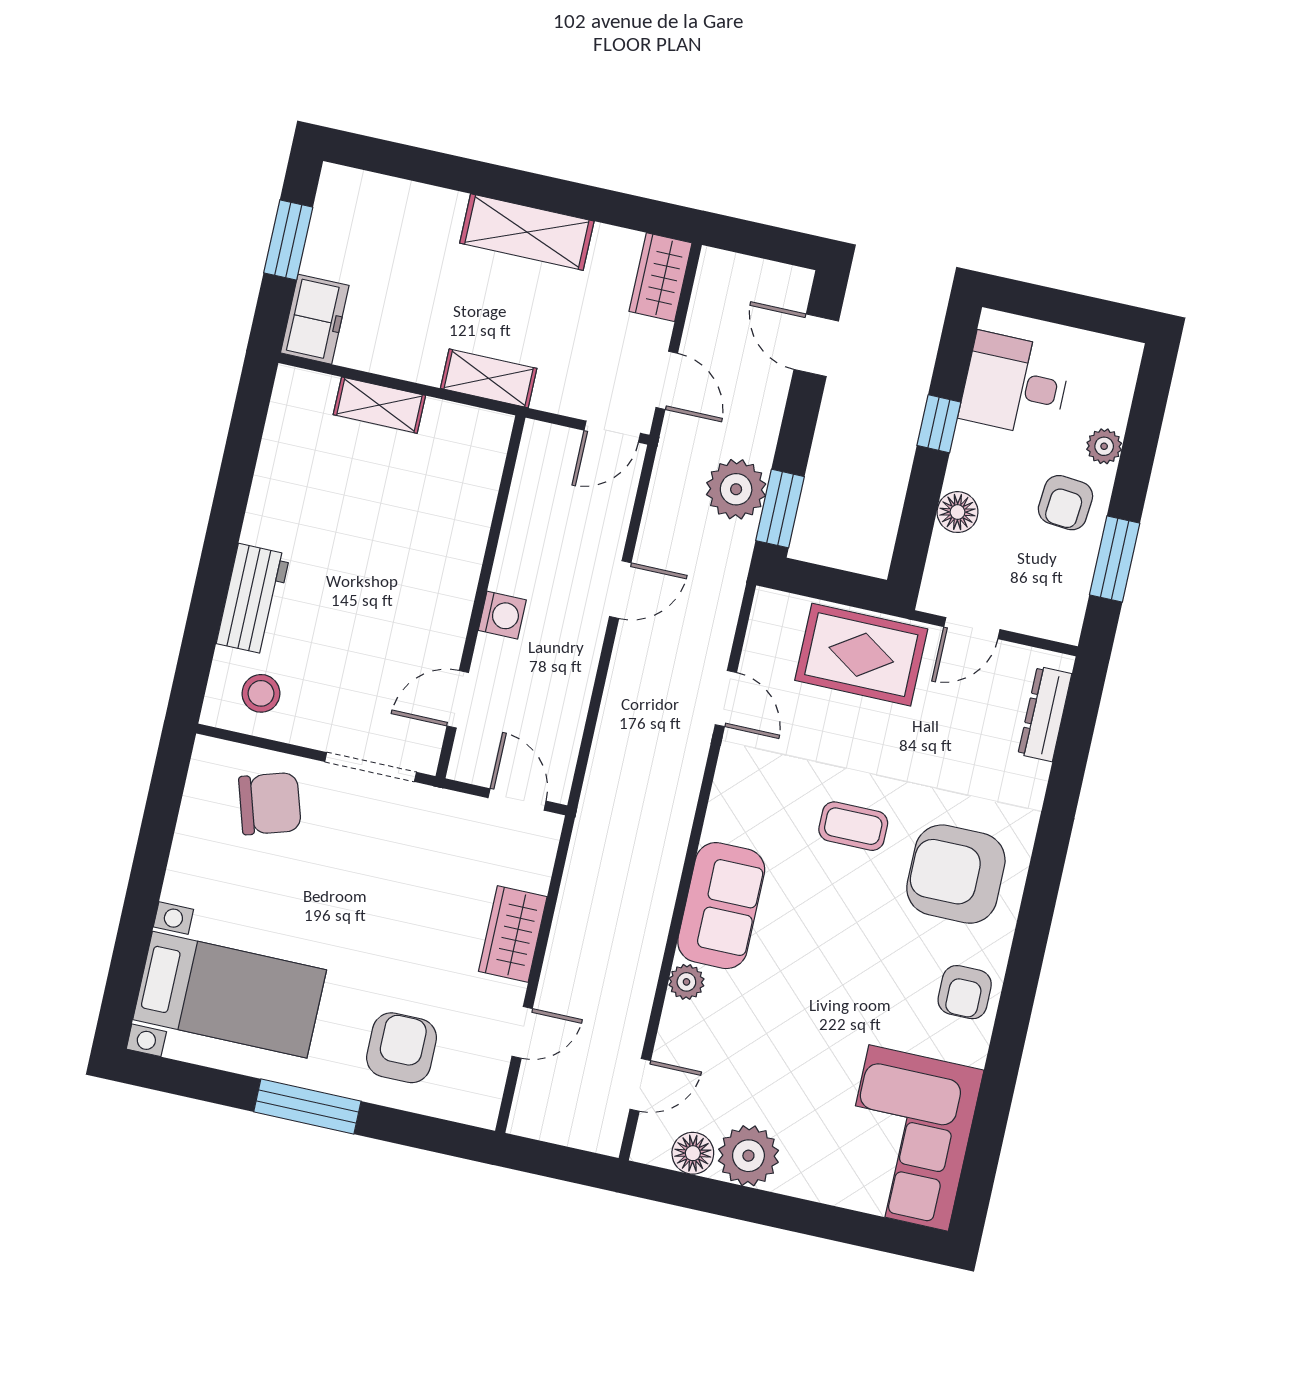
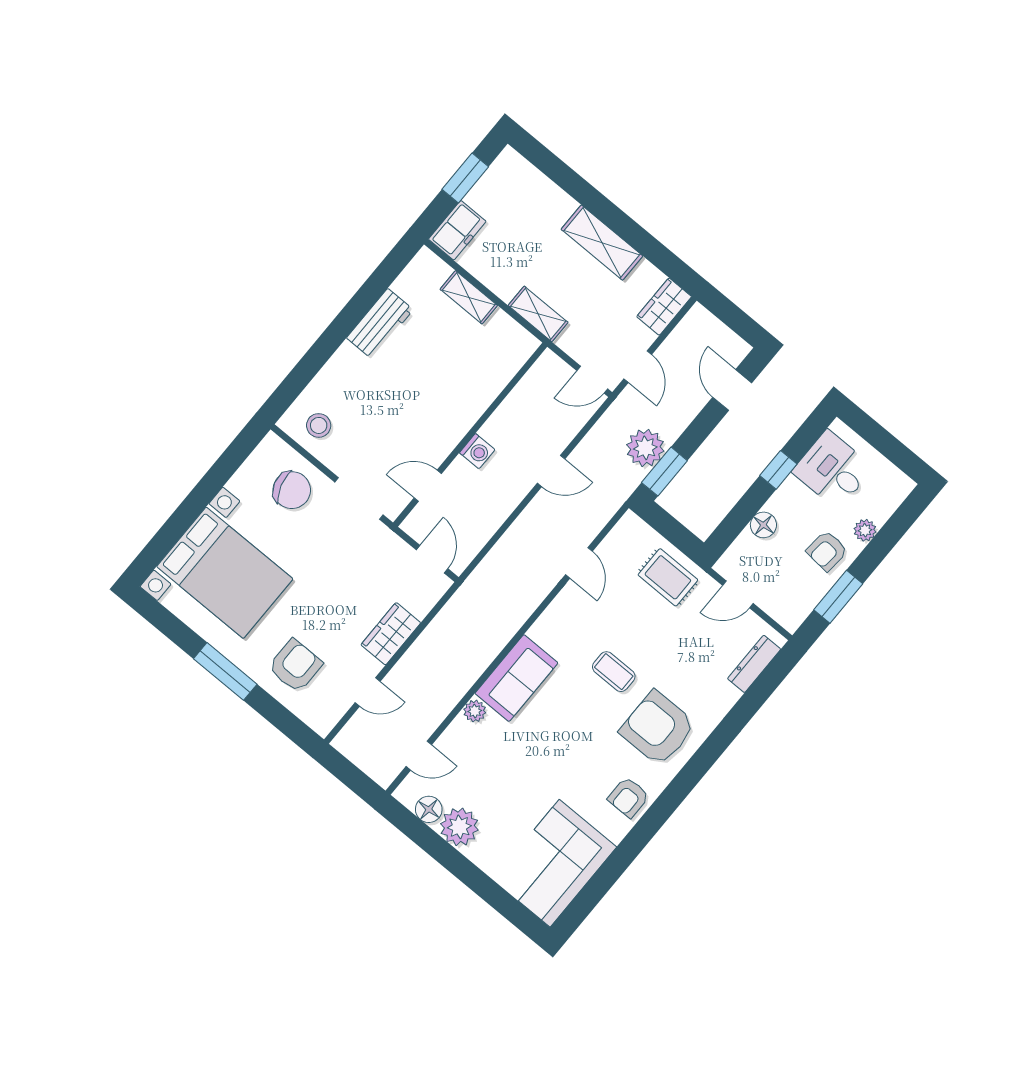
workbench: (253, 599) -> (380, 324), moved
rug: (861, 655) -> (668, 577), width x0.73, depth x0.70
bed with nightstands: (230, 995) -> (225, 573), width x1.36

